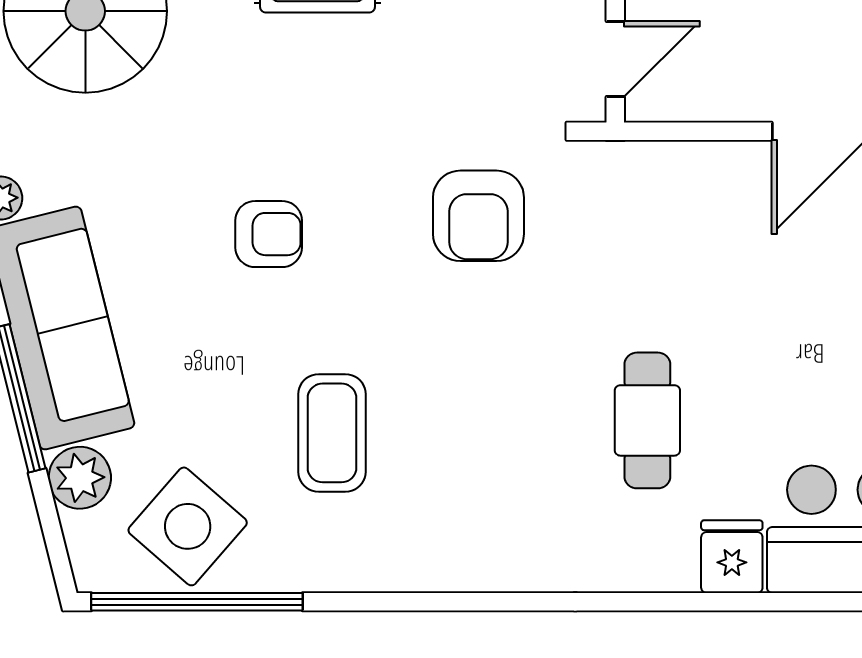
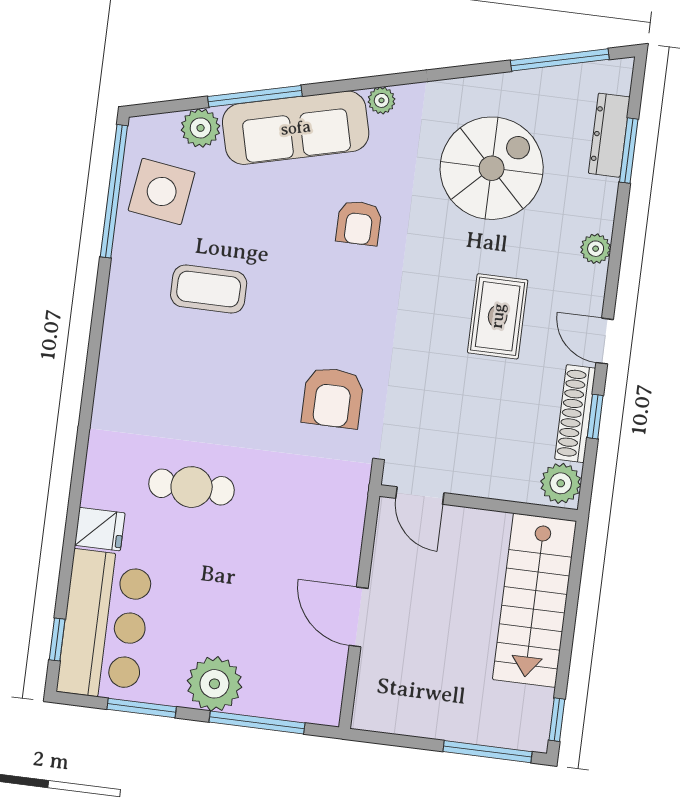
armchair: (478, 216) -> (333, 398), turned -90
armchair: (269, 234) -> (359, 223), moved
side table: (188, 526) -> (162, 191), turned -33

